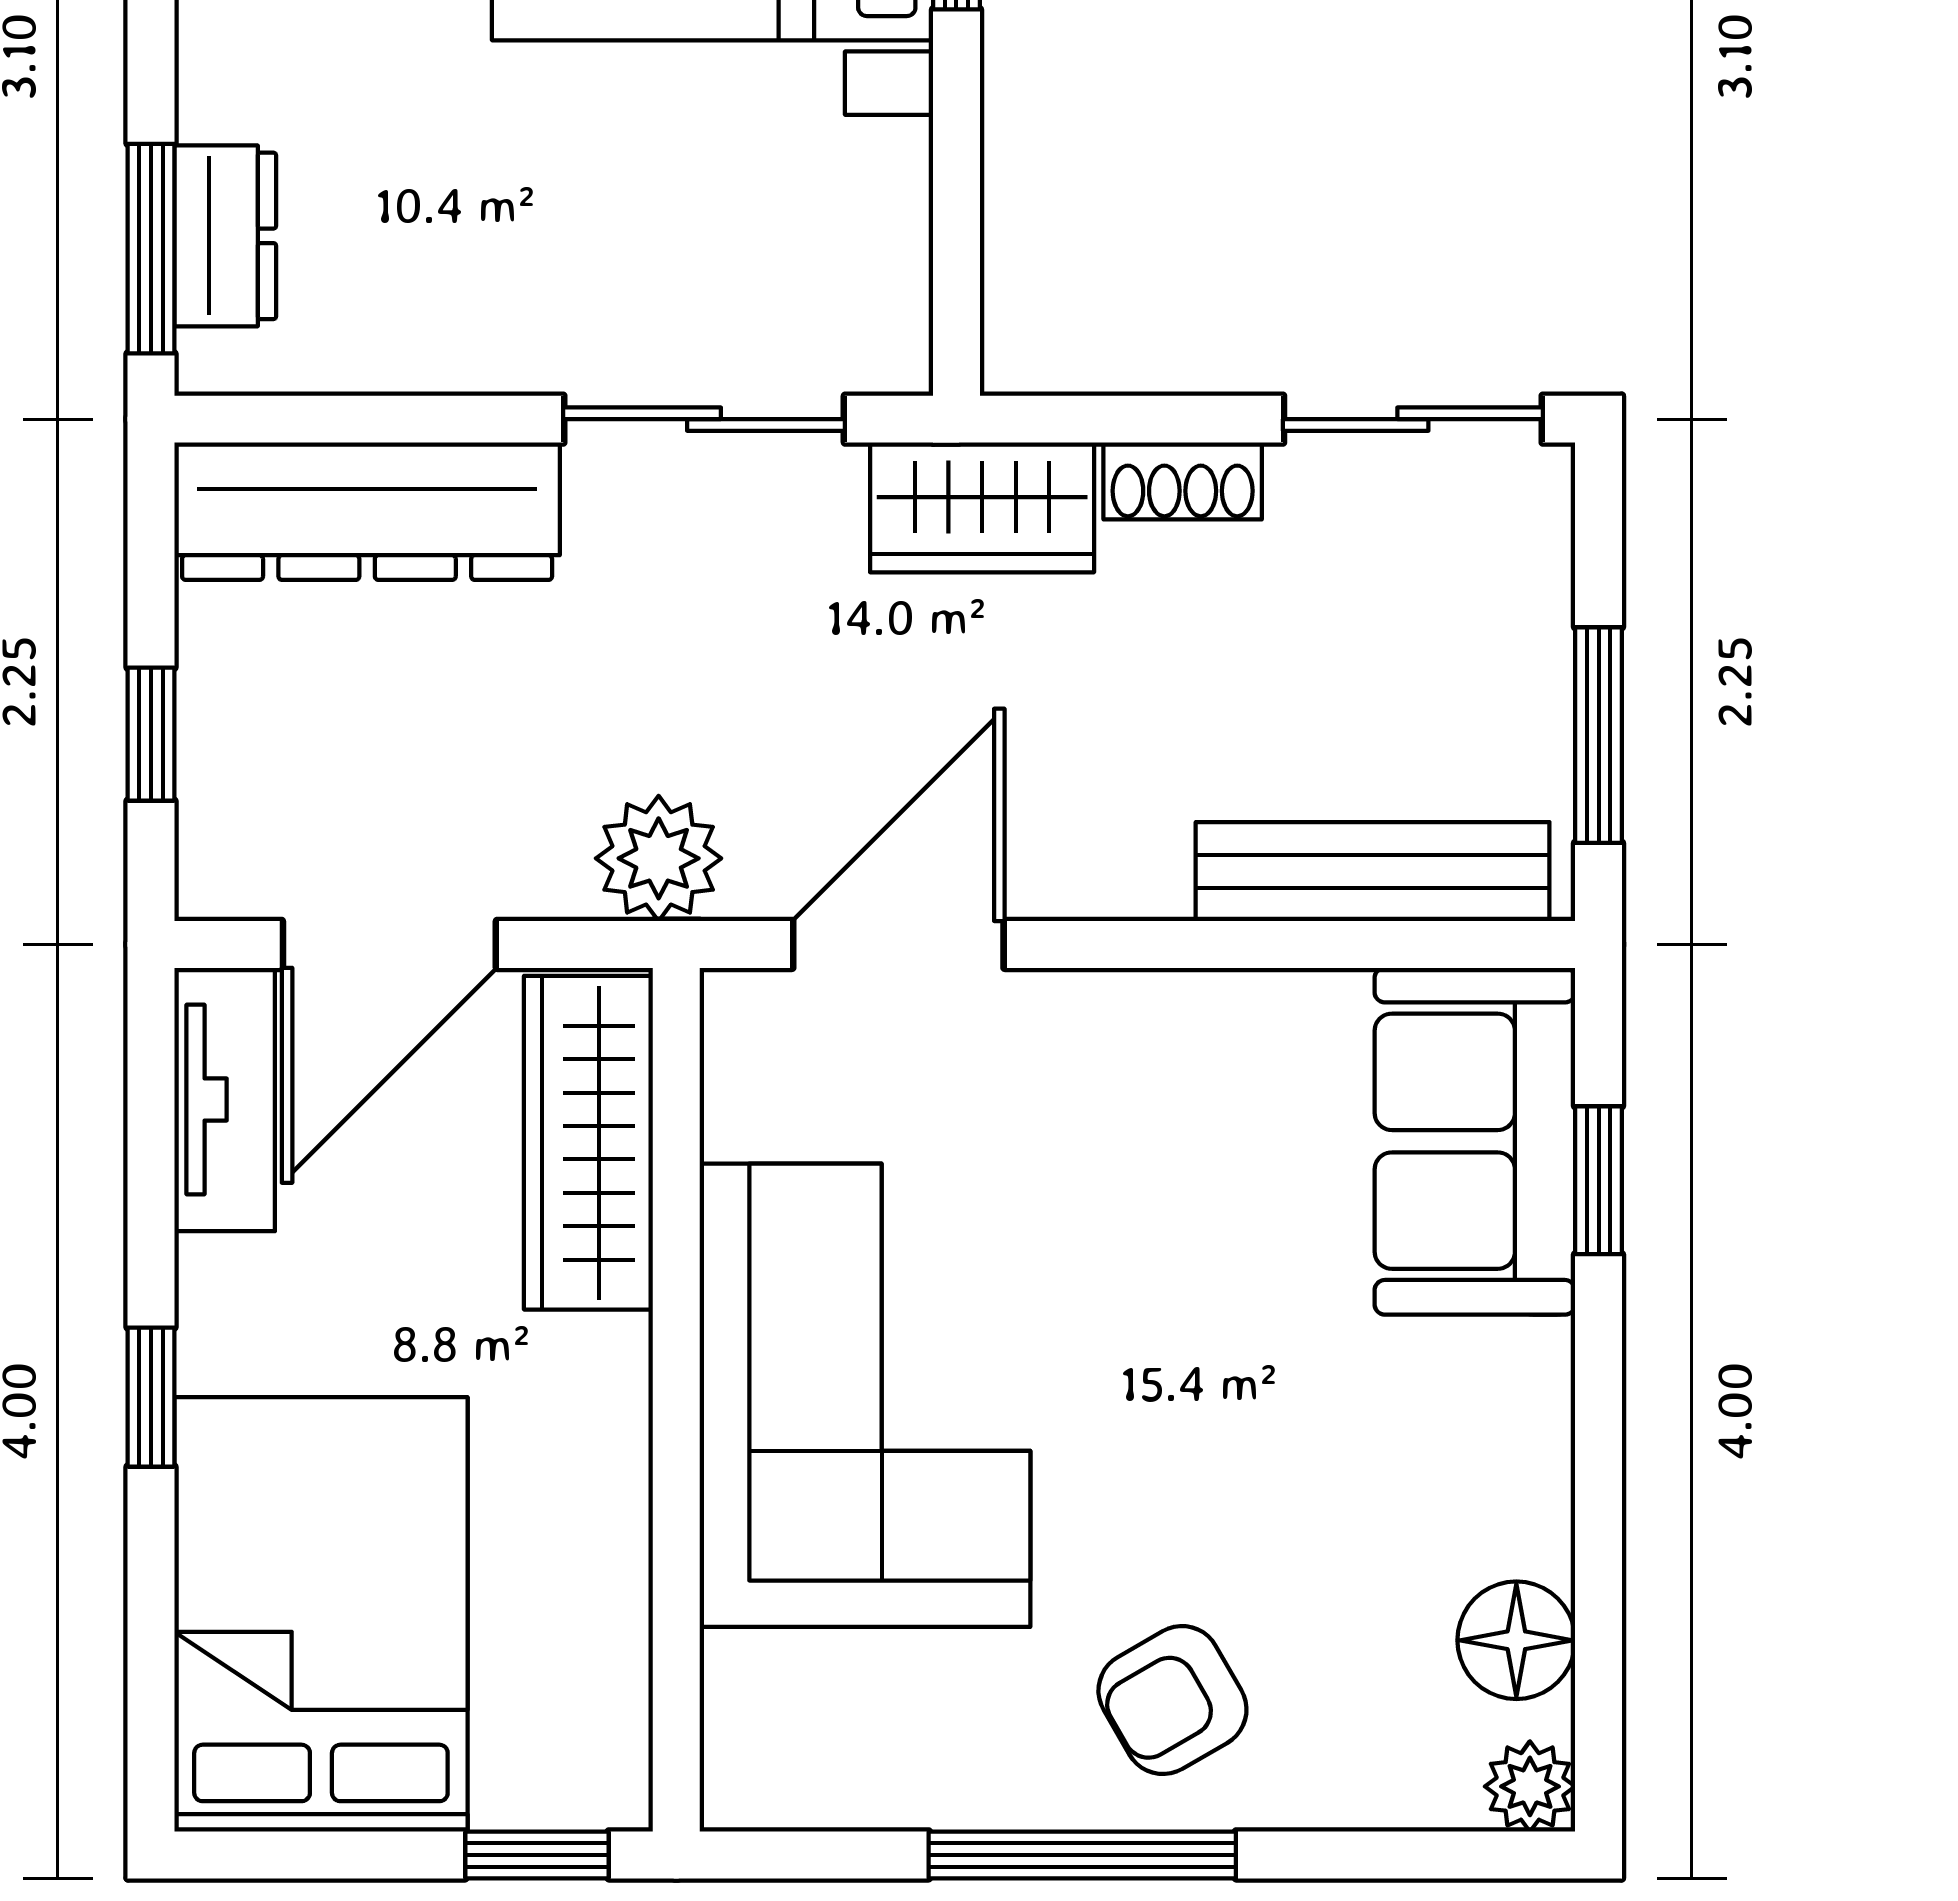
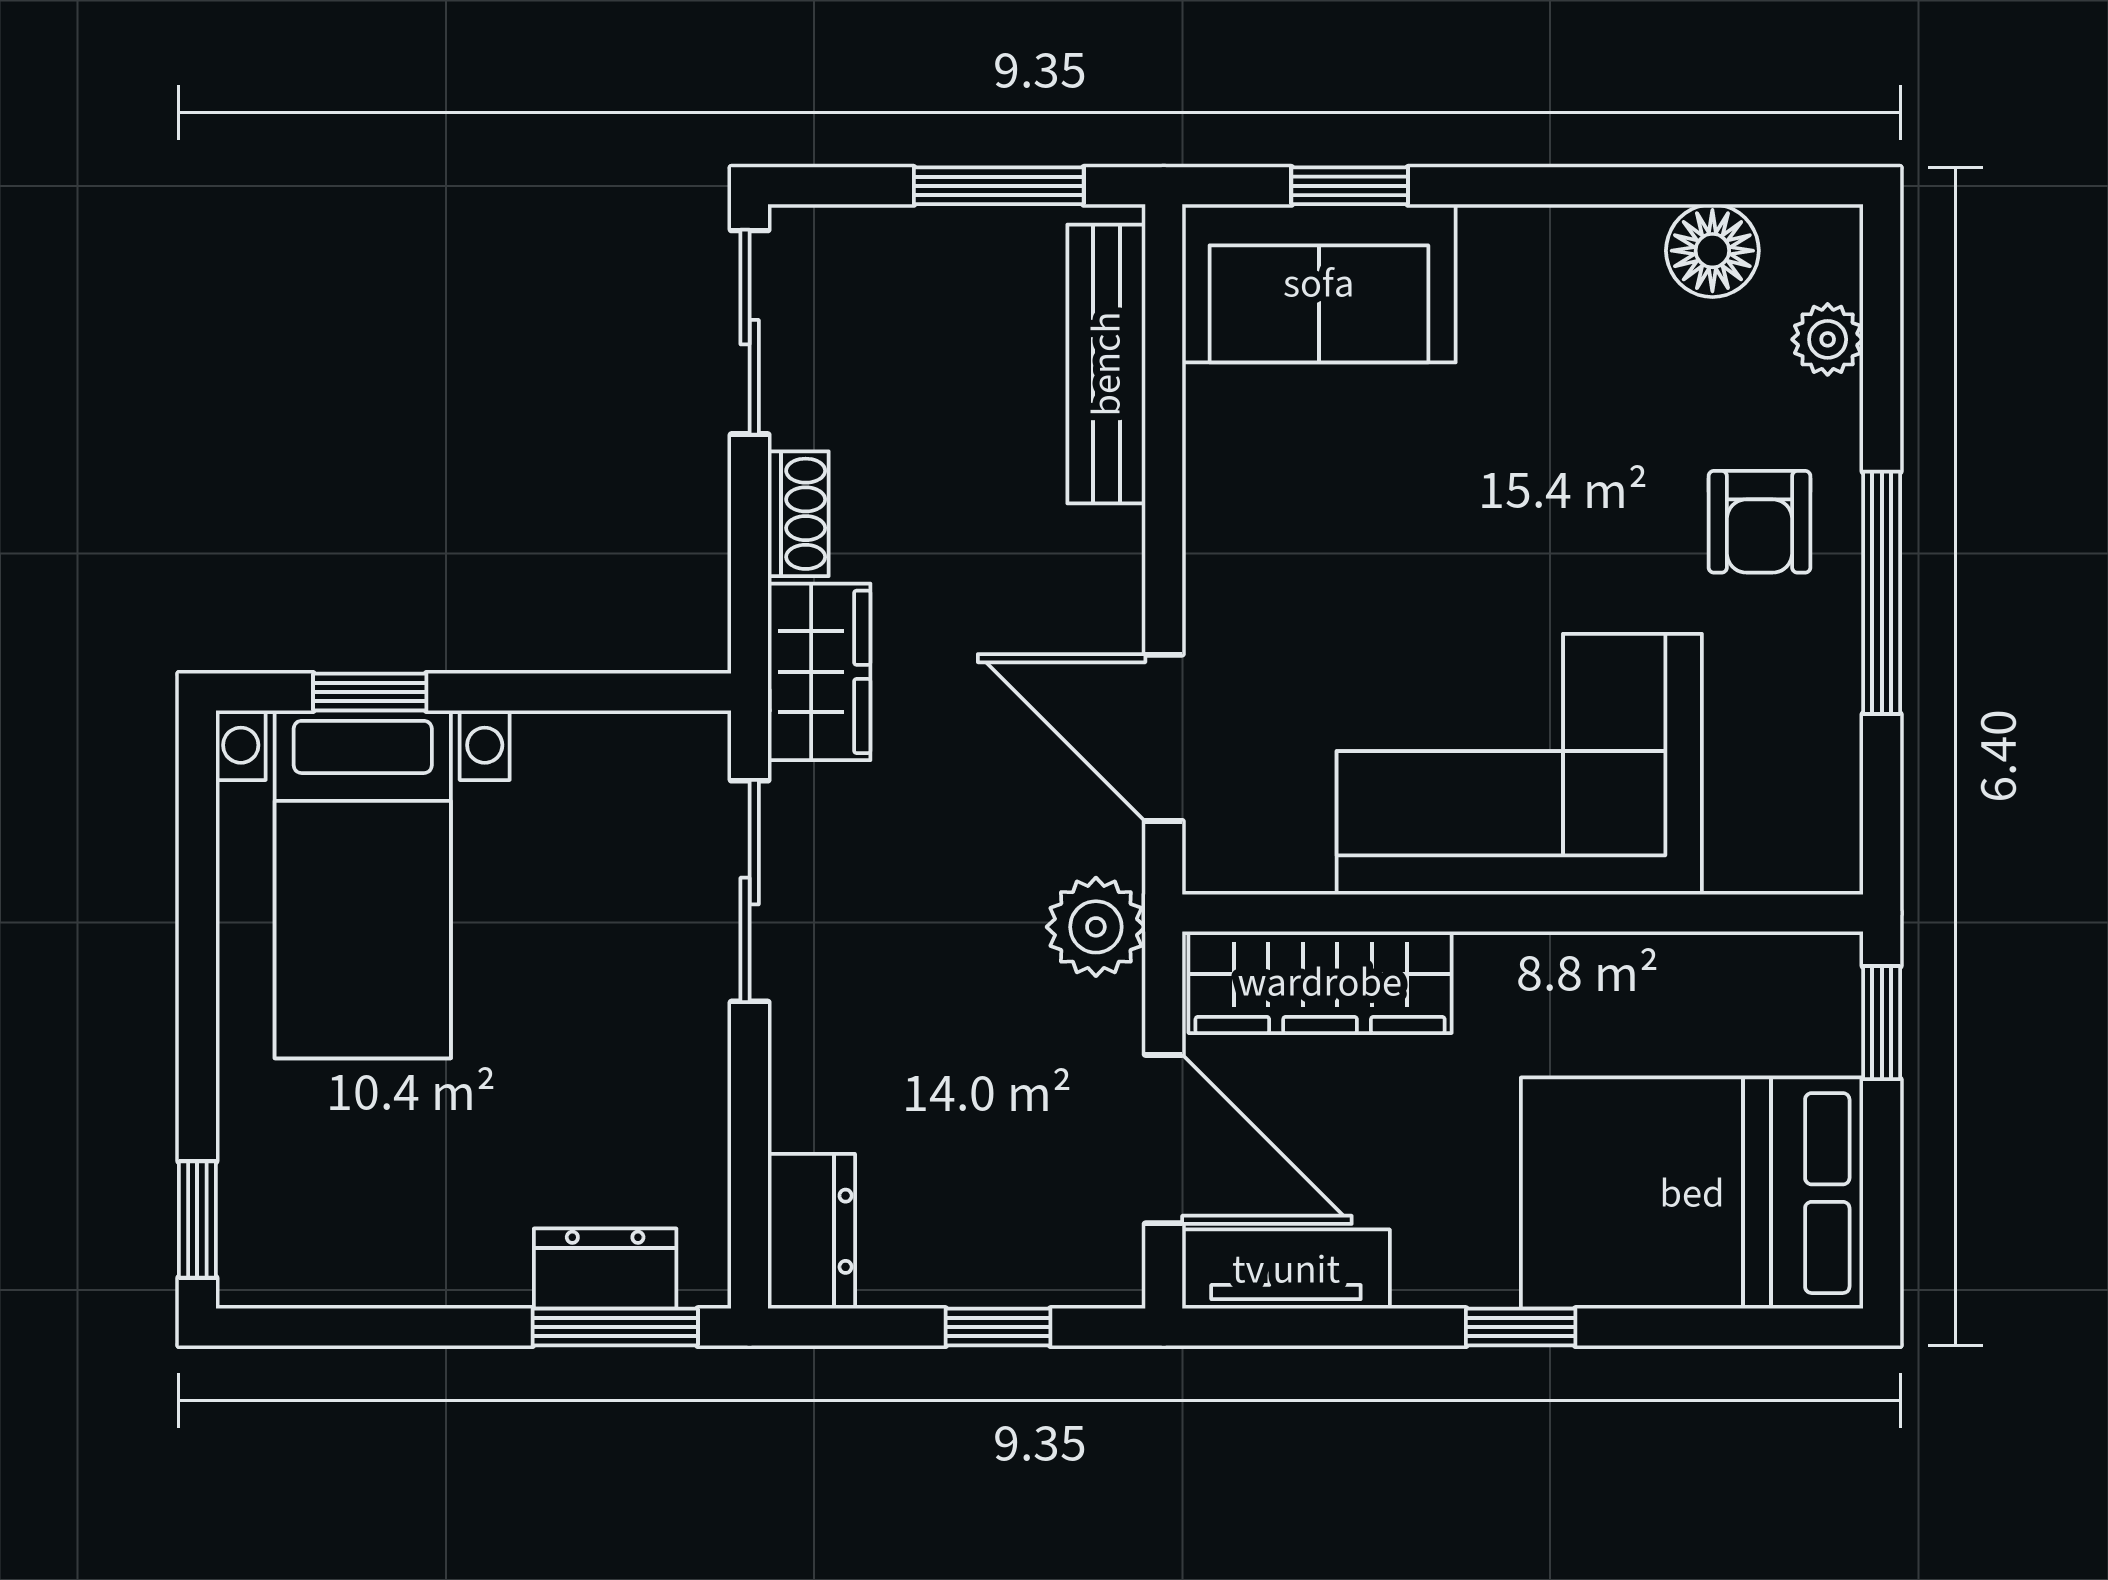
dresser: (367, 511) -> (812, 1231), width x0.51, depth x0.80
armchair: (1172, 1700) -> (1759, 522), turned 30
plant: (1530, 1786) -> (1828, 339), moved

